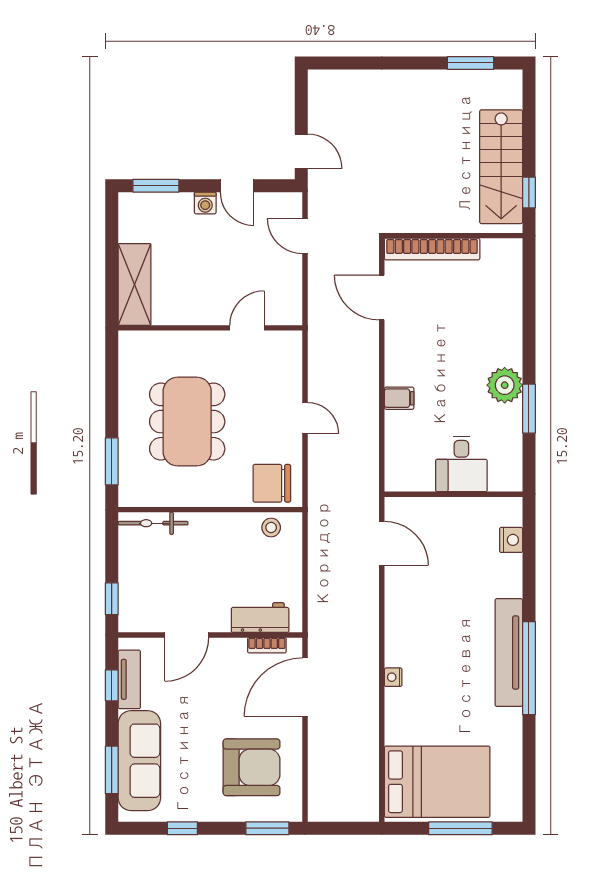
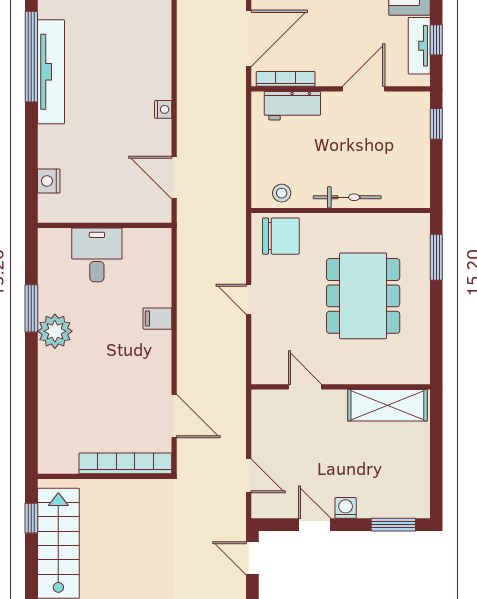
shelving: (134, 284) -> (387, 405), moved, turned 90
door: (247, 328) -> (305, 387), swing flipped
bicycle: (153, 523) -> (347, 197), moved
bookcase: (267, 645) -> (286, 79), width x1.56
nightstand: (393, 677) -> (163, 109), moved

